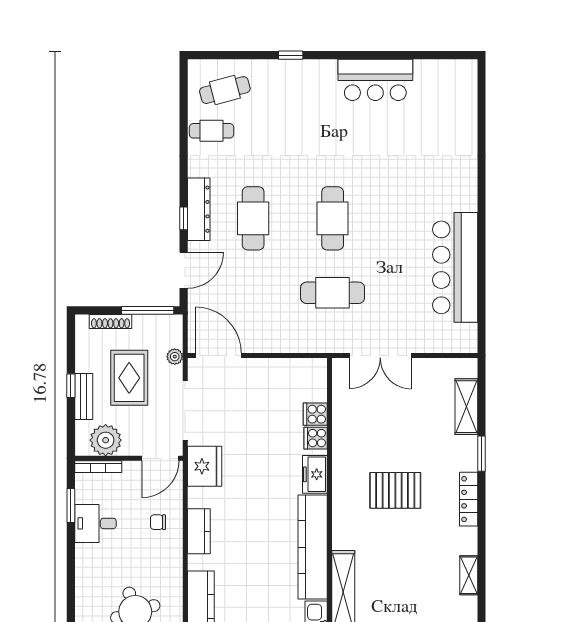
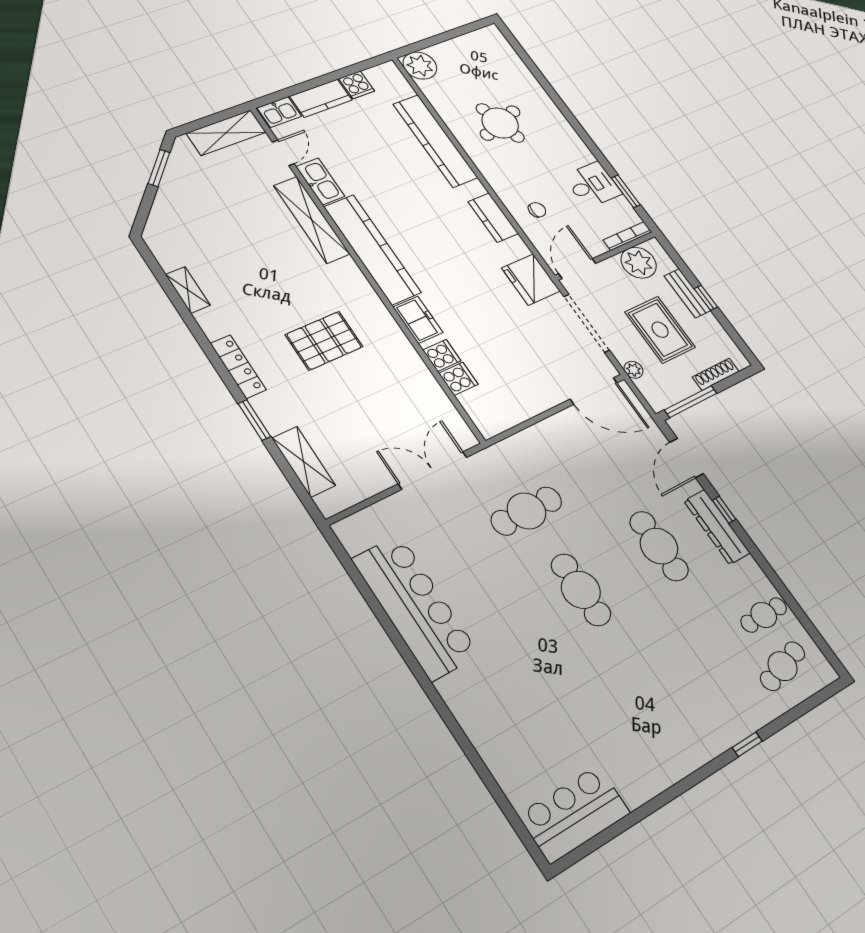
bar counter: (375, 80) -> (574, 814), moved

